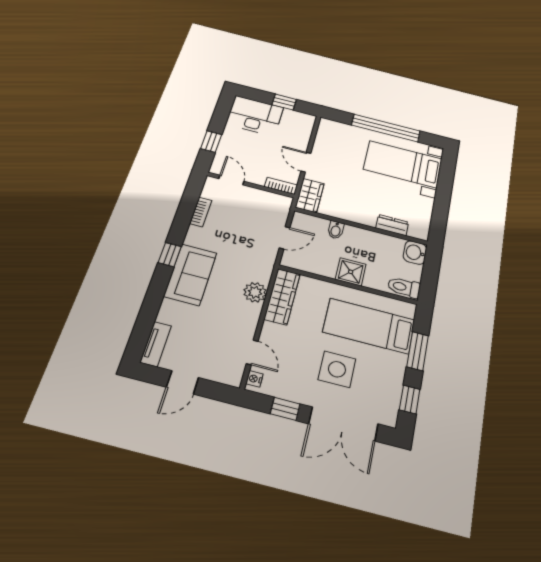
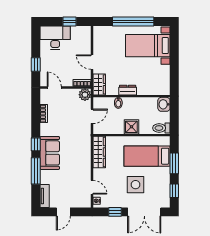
dresser: (392, 225) -> (128, 90), moved
plant: (255, 292) -> (85, 95), moved
window: (154, 297) -> (36, 171), added

